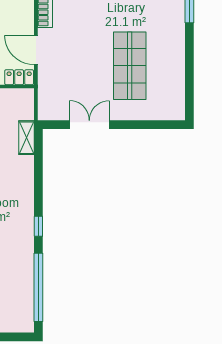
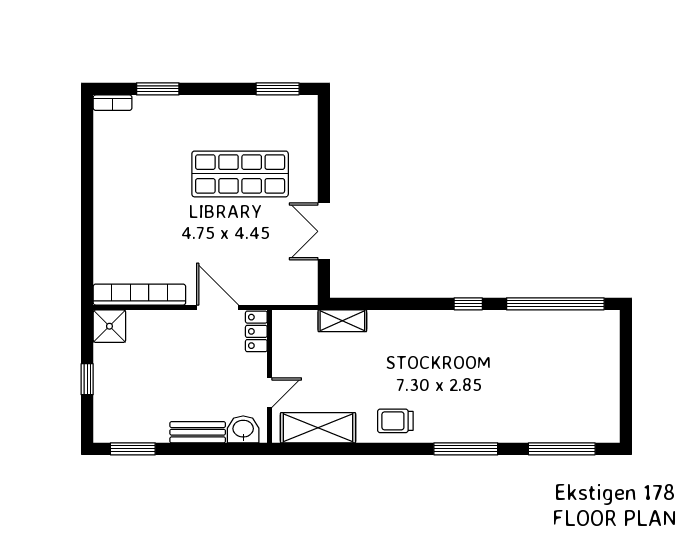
door: (36, 50) -> (218, 308), swing flipped
window: (189, 92) -> (278, 89), added

